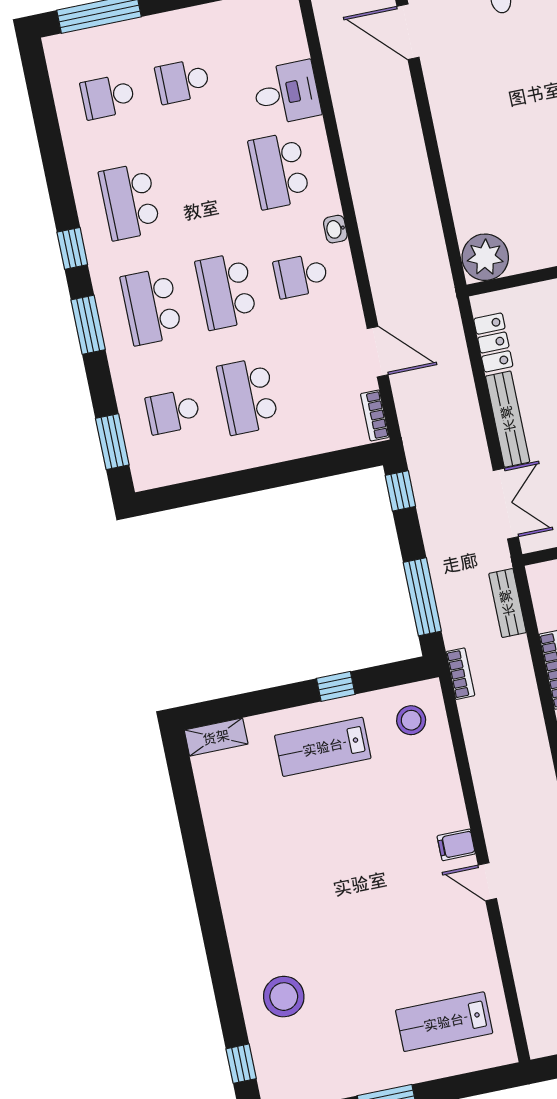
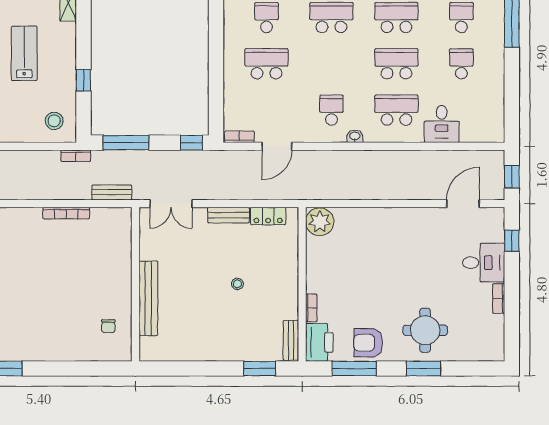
school desk: (226, 291) -> (396, 64), moved
bench: (508, 419) -> (228, 215), width x0.73
lab bench: (323, 747) -> (24, 53), moved

